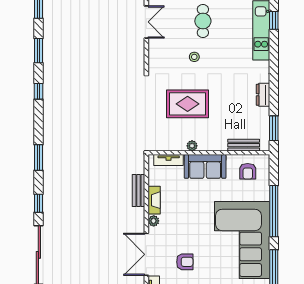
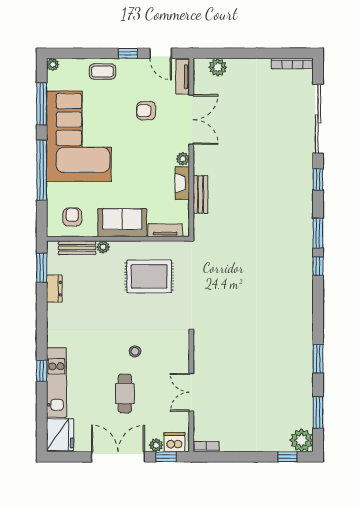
window: (274, 20) -> (42, 371), moved
window: (38, 91) -> (318, 266), moved
dresser: (263, 95) -> (54, 289), moved
rug: (188, 104) -> (149, 276), moved
plant: (192, 146) -> (103, 247), moved

